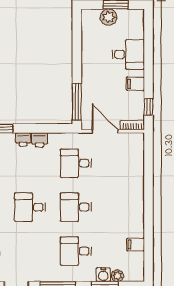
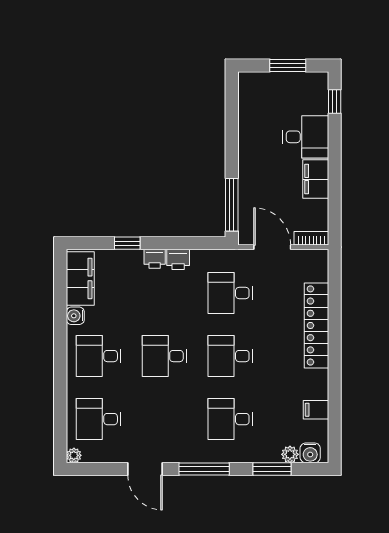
plant: (109, 17) -> (277, 83), removed
filing cabinet: (135, 84) -> (316, 179), width x2.00
window: (148, 107) -> (335, 102), moved
locker: (136, 186) -> (316, 325), added
water cooler: (103, 275) -> (310, 453), moved

